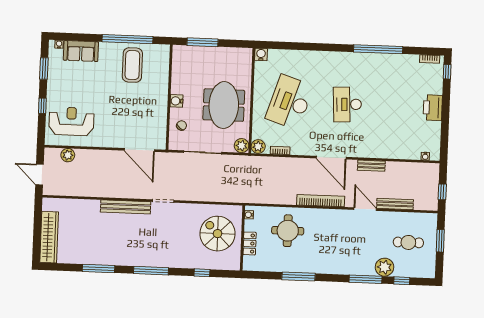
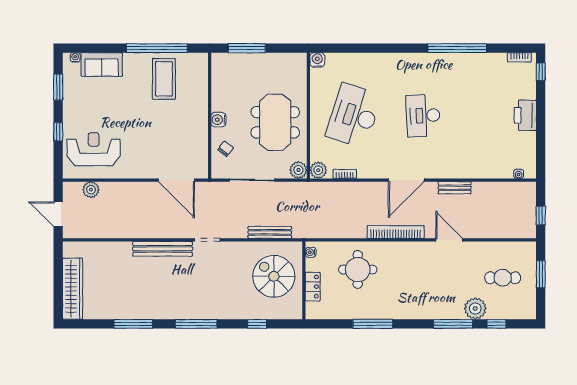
door: (331, 158) -> (406, 180), hinge flipped
bench: (395, 204) -> (270, 232), moved

